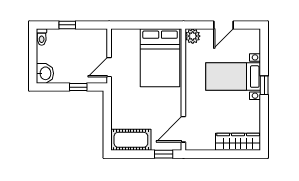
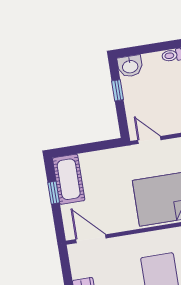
window: (78, 87) -> (118, 90), moved
window: (164, 154) -> (54, 193), moved

